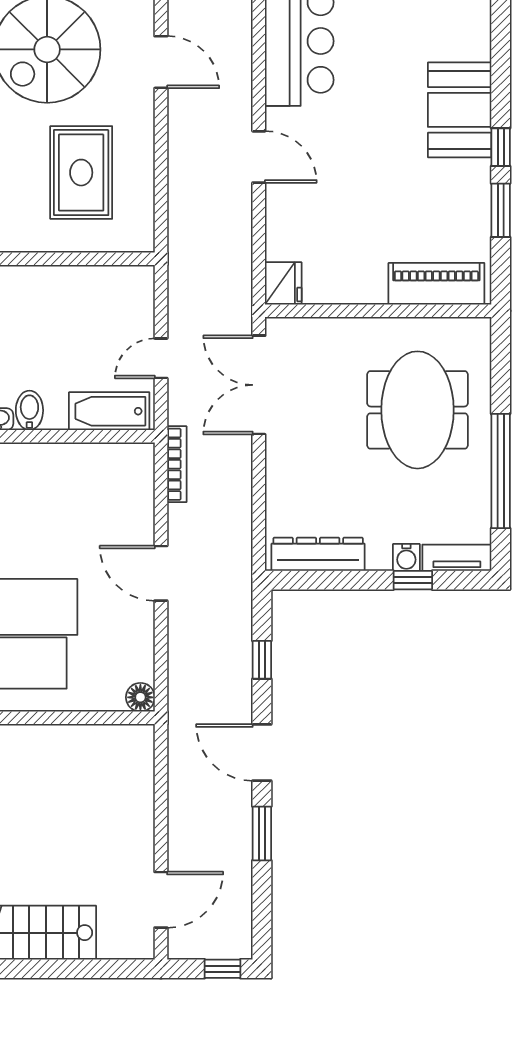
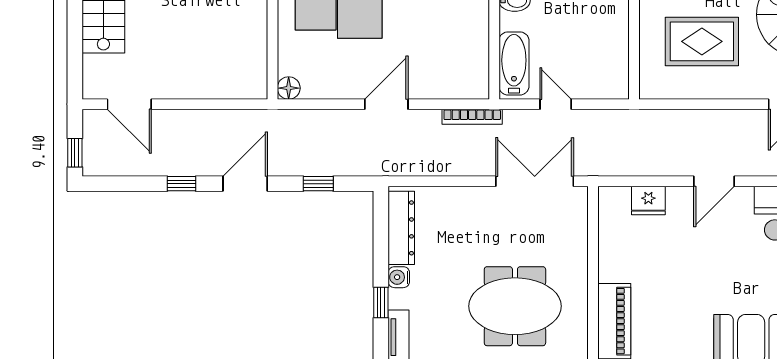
fridge: (283, 283) -> (648, 201), moved
water cooler: (406, 557) -> (399, 277), moved
window: (262, 833) -> (181, 184), width x0.67

